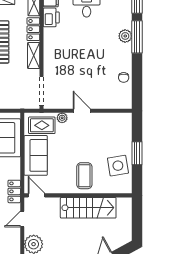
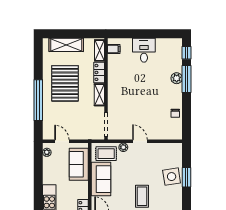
printer: (51, 17) -> (114, 63), removed
side table: (118, 166) -> (172, 177), moved

